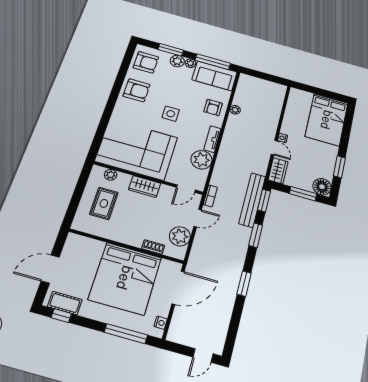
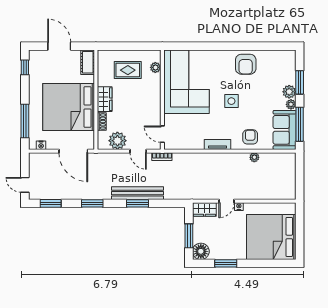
armchair: (146, 62) -> (278, 64), removed
armchair: (213, 107) -> (250, 137), turned 90
bed: (327, 120) -> (271, 237), width x1.36
plant: (201, 160) -> (194, 140), removed
wardrobe: (145, 186) -> (105, 99), moved, turned 180
bench: (252, 200) -> (137, 193), moved
window: (264, 201) -> (51, 203), moved
cot: (65, 303) -> (88, 62), moved

